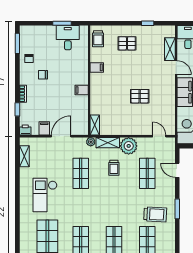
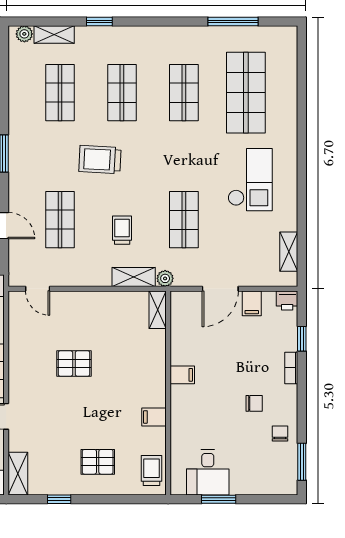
shelving: (170, 49) -> (18, 474), moved
plant: (129, 146) -> (95, 271), removed
trolley: (155, 214) -> (100, 160), moved

